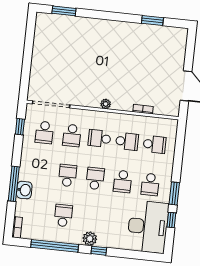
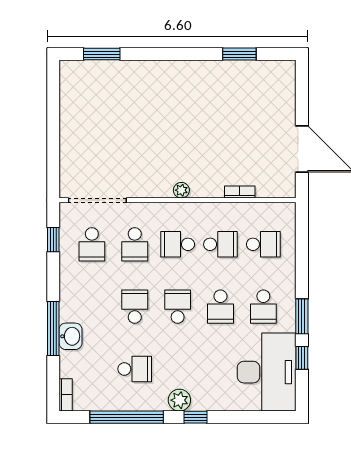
school desk: (63, 215) -> (135, 369), turned 90

